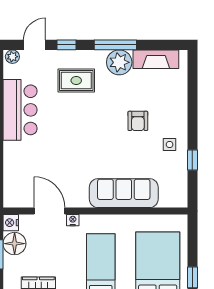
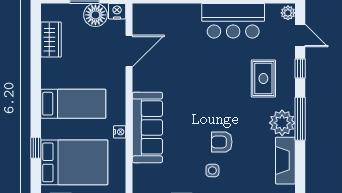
side table: (170, 145) -> (212, 170), moved
nightstand: (73, 220) -> (120, 132), moved

